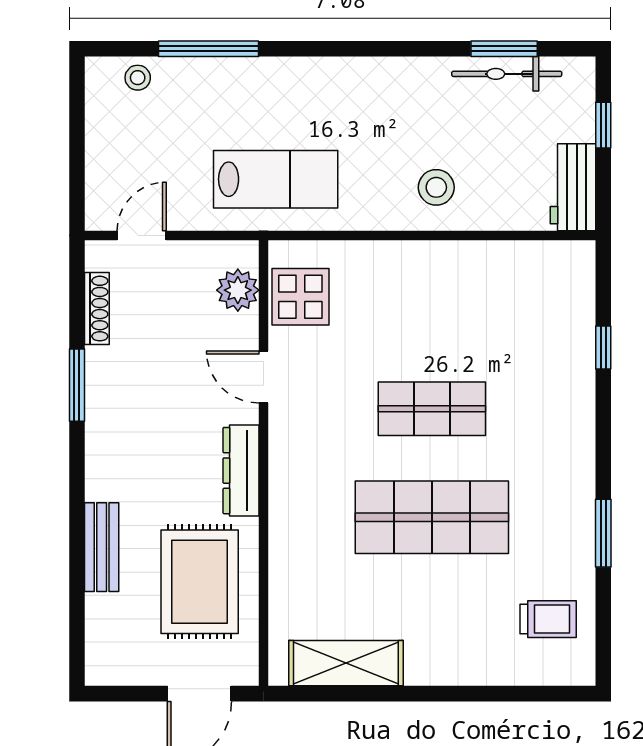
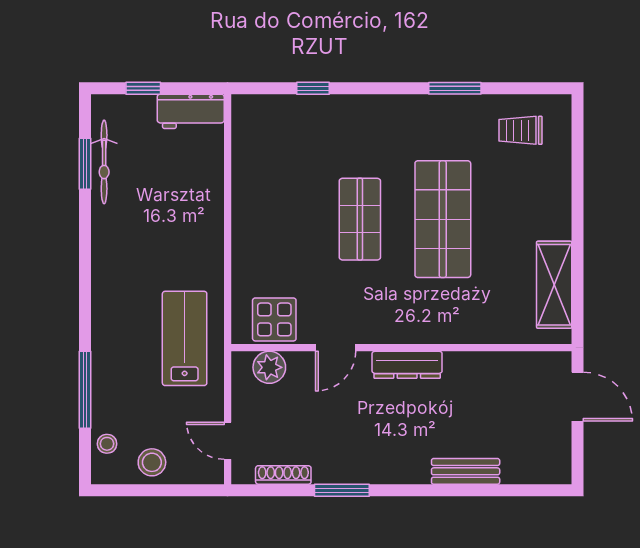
stool: (436, 187) -> (152, 462), moved
rug: (200, 582) -> (492, 397), removed
trolley: (548, 619) -> (521, 130), turned -90

